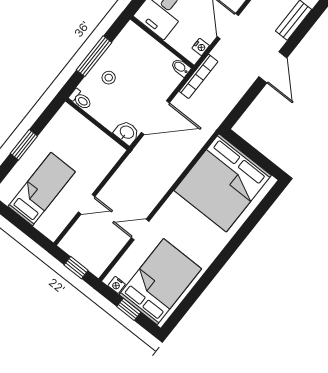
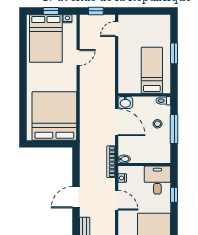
door: (273, 67) -> (76, 197), hinge flipped
door: (155, 118) -> (117, 122), swing flipped
bed: (42, 189) -> (152, 70), moved, turned 180
door: (87, 204) -> (117, 29), moved

